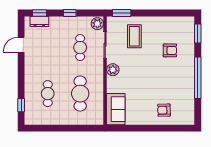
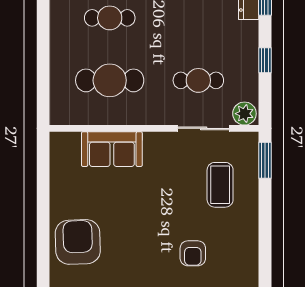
coffee table: (134, 36) -> (220, 185), turned 90
plant: (113, 70) -> (156, 143), removed
sofa: (116, 109) -> (112, 149), moved
armchair: (164, 110) -> (78, 242), width x1.88, depth x1.88

